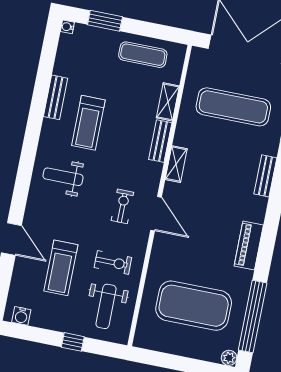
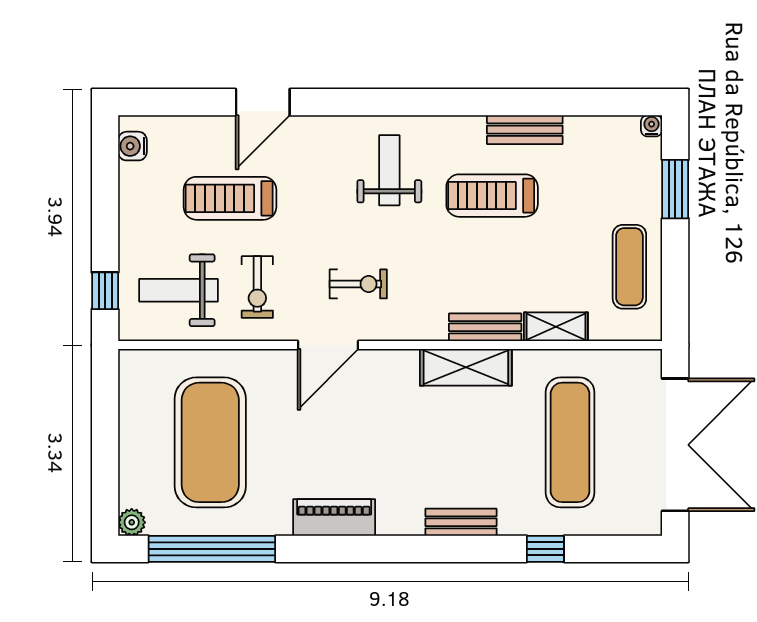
shelving: (176, 164) -> (466, 367), width x1.50, depth x1.33
door: (156, 214) -> (328, 345), moved
window: (73, 342) -> (105, 291), moved

